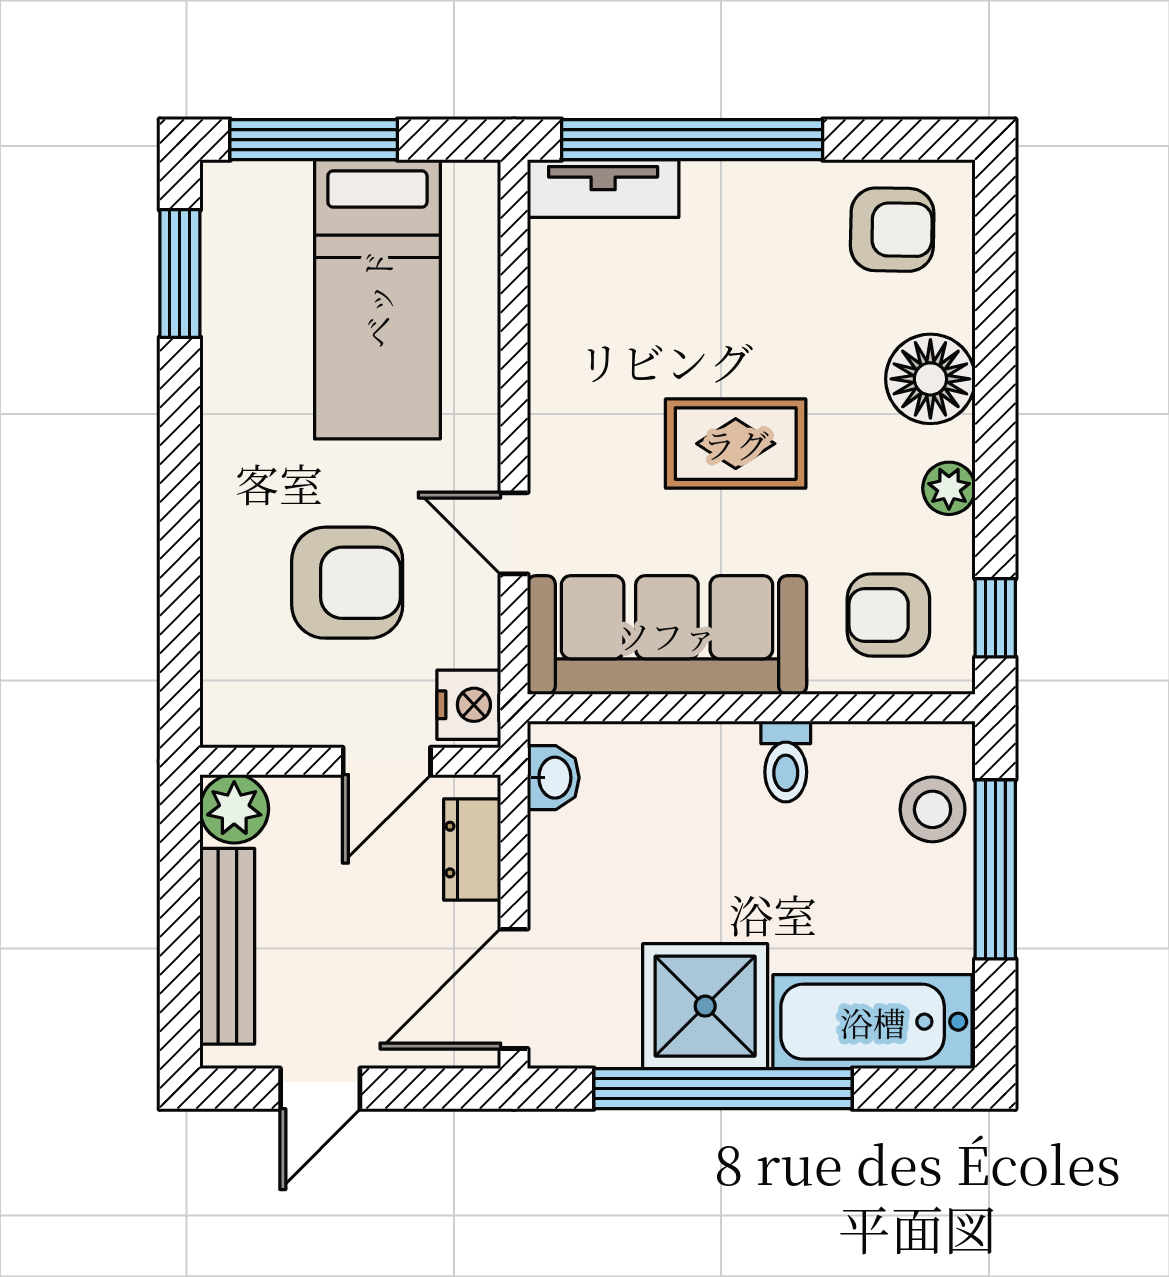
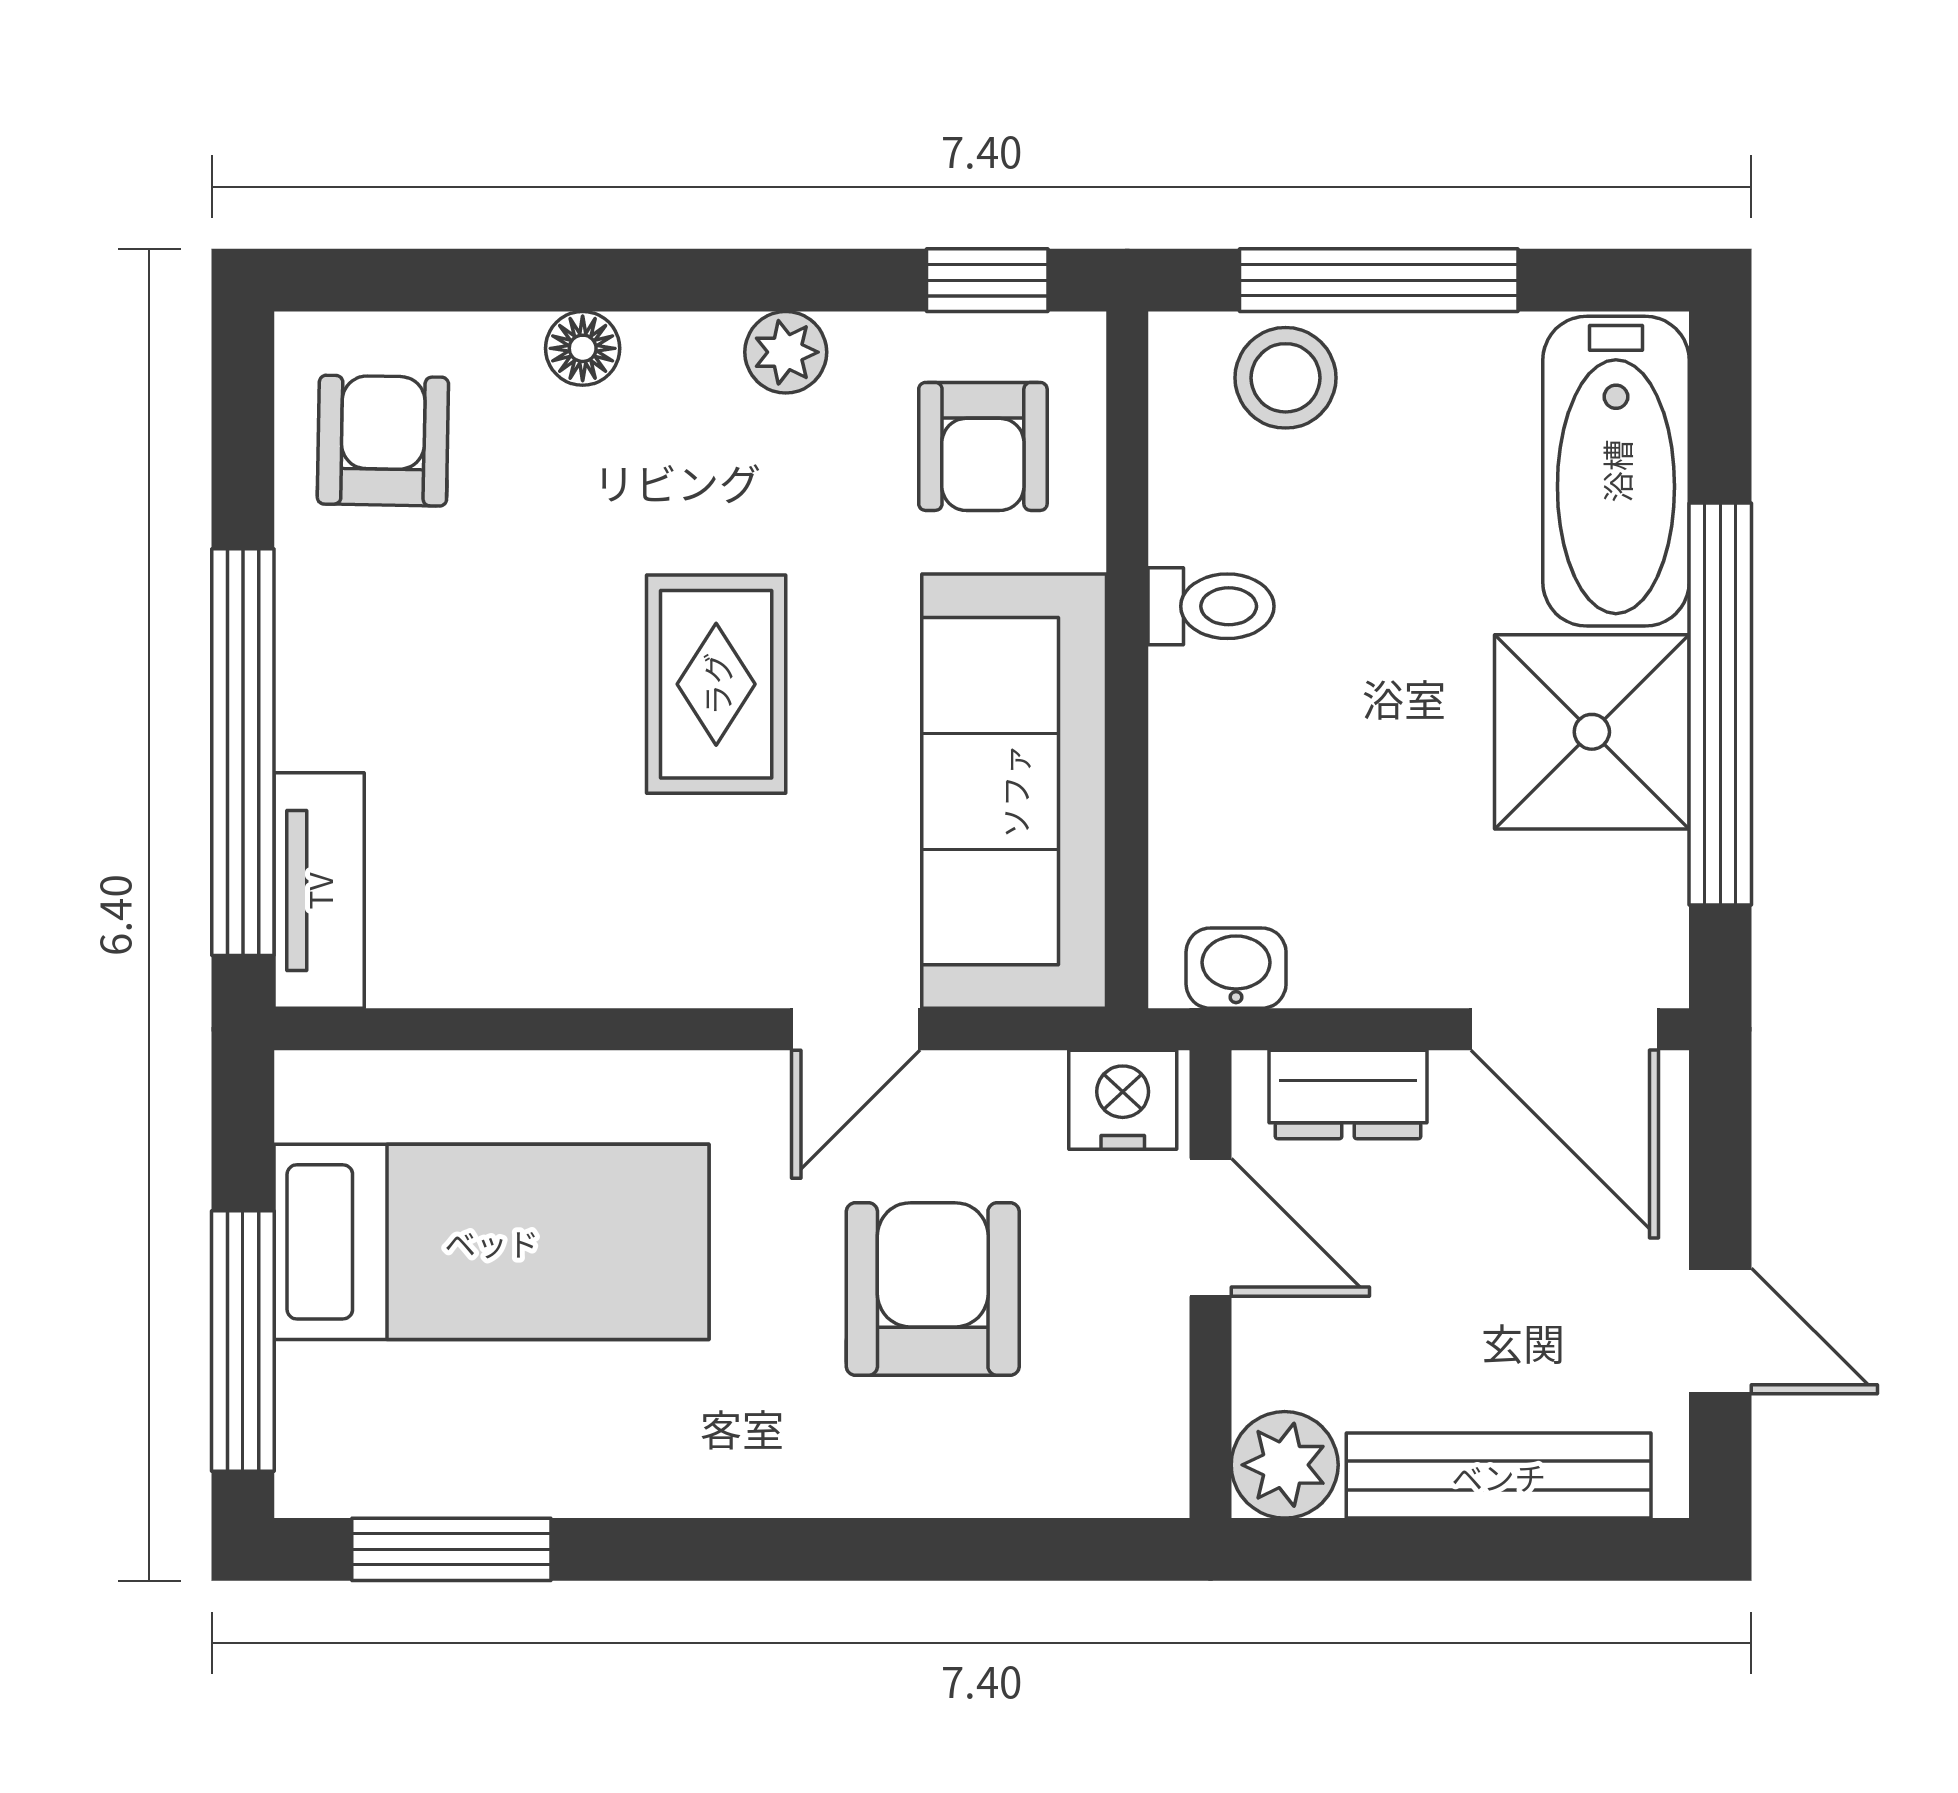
floor lamp: (930, 379) -> (583, 348), width x0.53, depth x0.53

